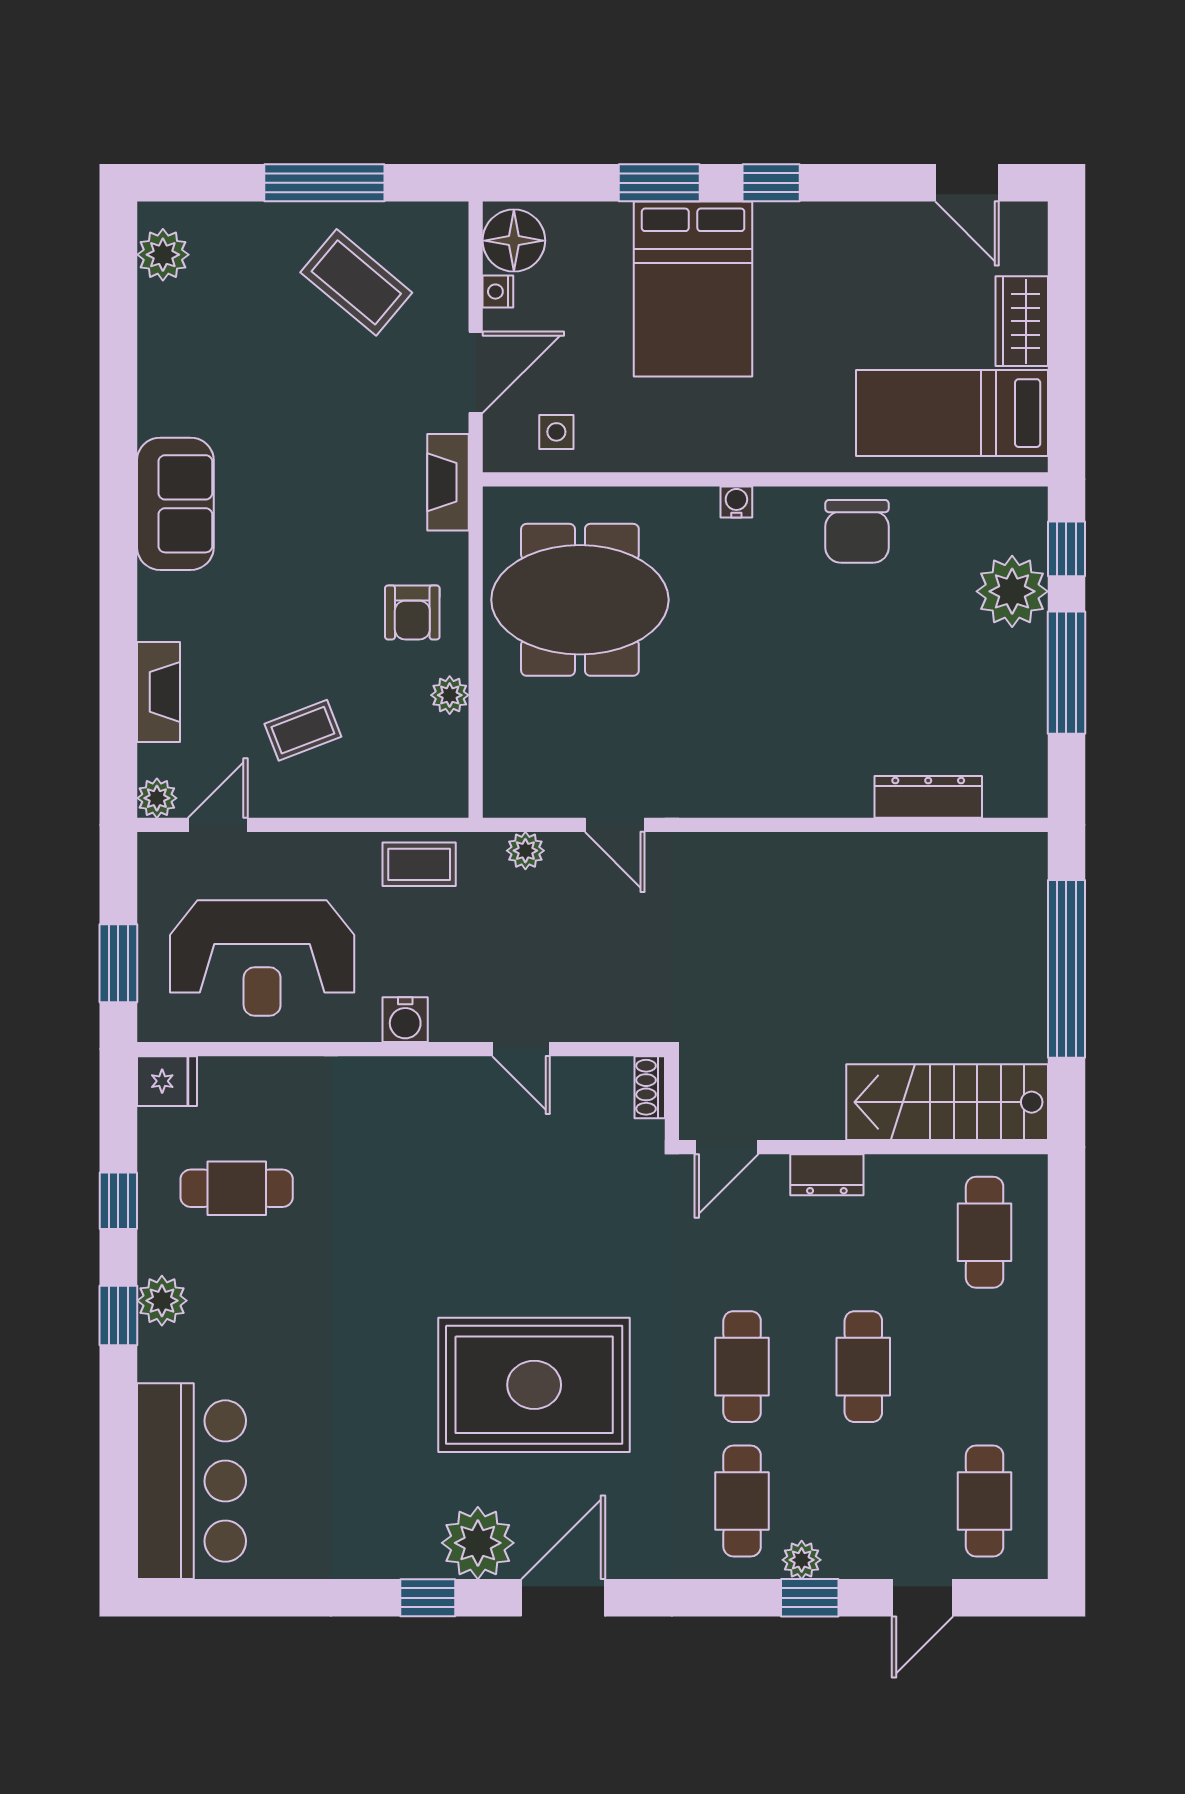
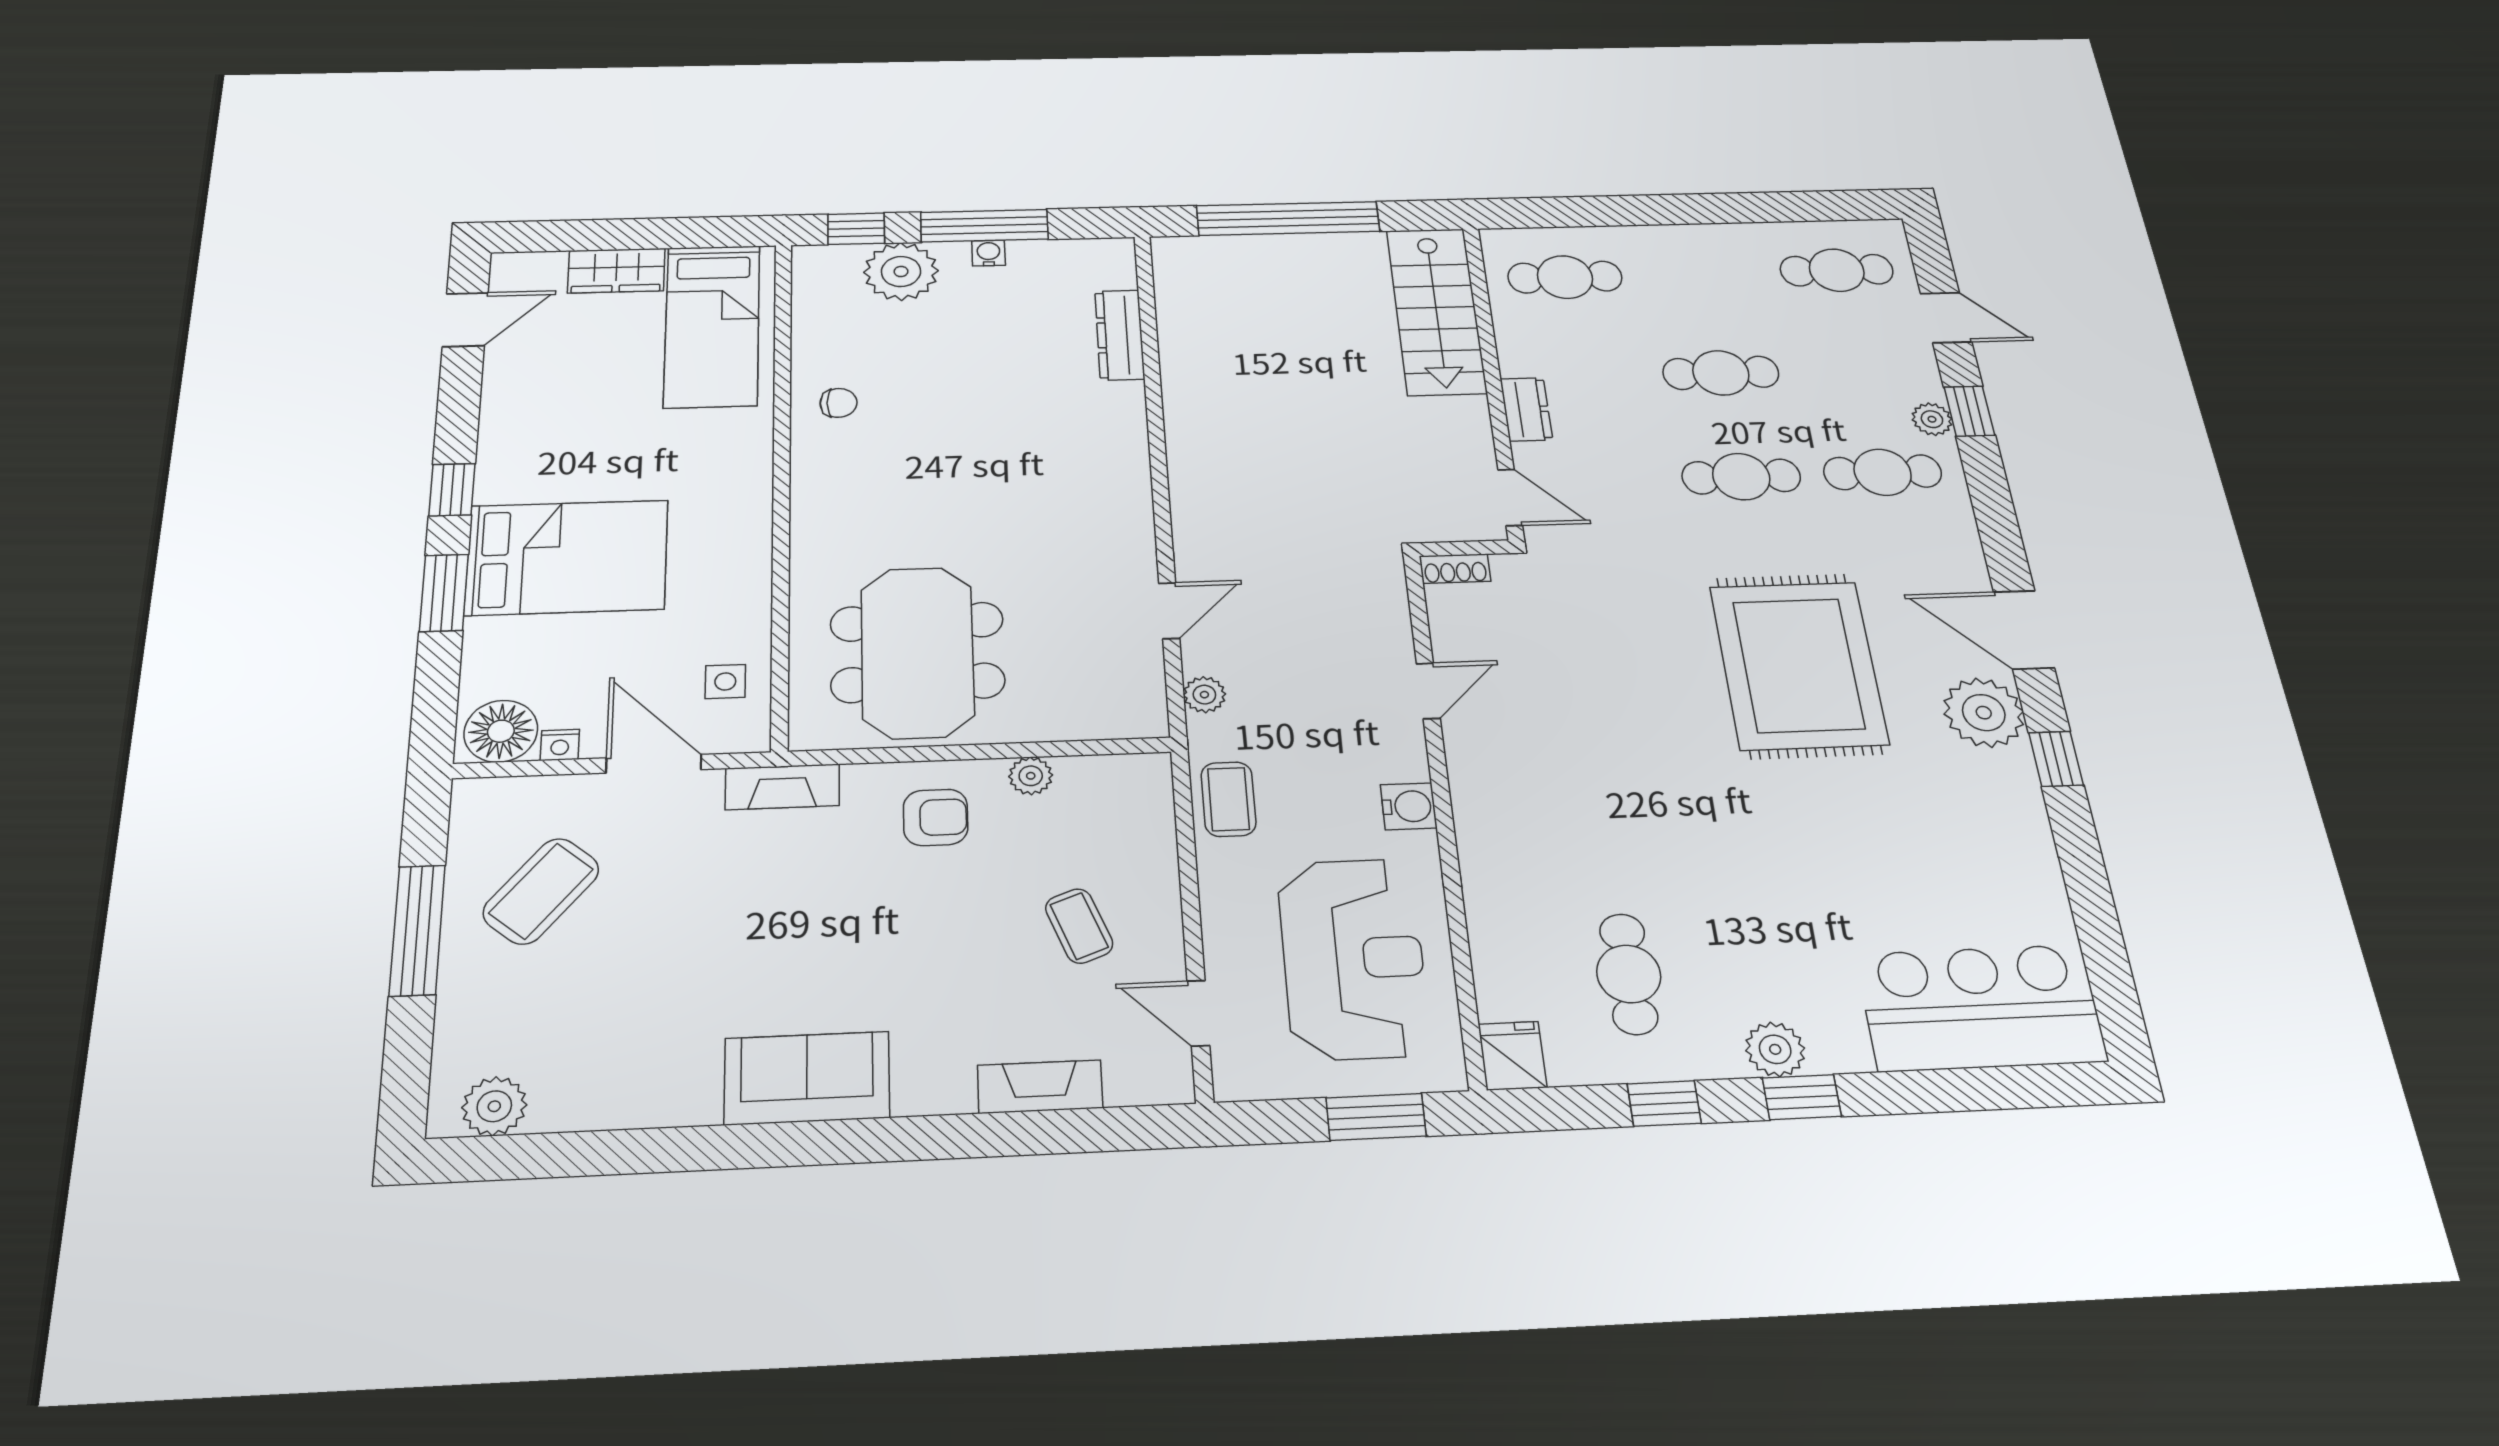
water cooler: (736, 502) -> (988, 253), moved, turned 90
chair: (857, 531) -> (839, 403), width x0.54, depth x0.54
plant: (157, 798) -> (1170, 1083), removed

